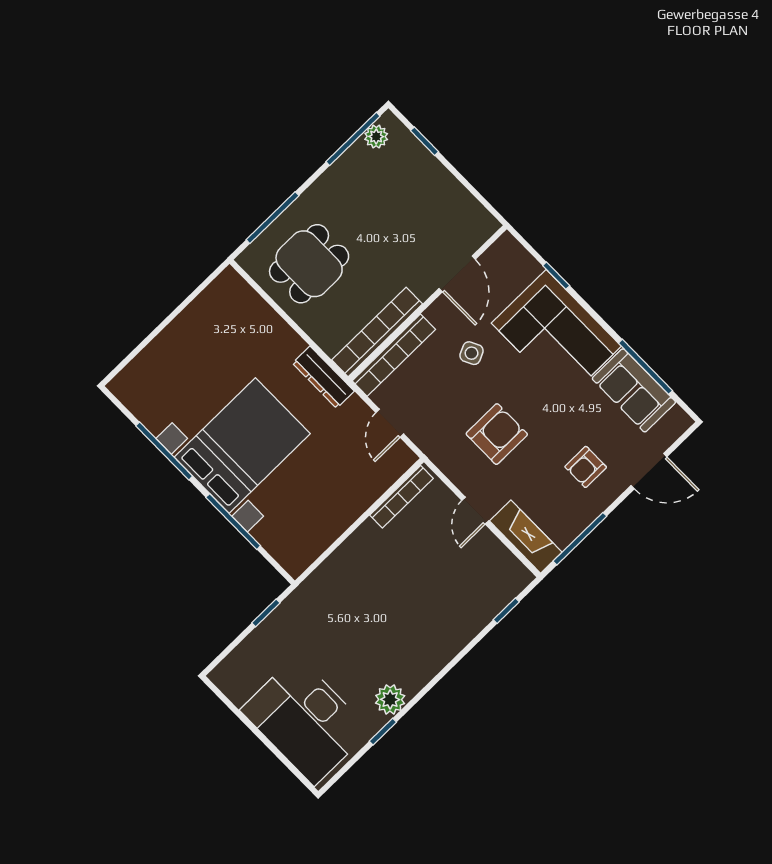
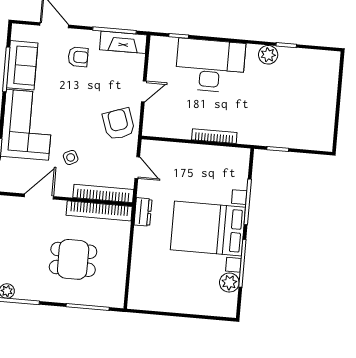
dining table: (309, 264) -> (73, 259), moved
dresser: (323, 377) -> (143, 212), width x0.70
plant: (154, 415) -> (229, 283), added
door: (390, 423) -> (137, 168), hinge flipped
armchair: (497, 434) -> (119, 124), moved, turned 71
bookcase: (401, 497) -> (214, 136), moved
fireplace: (526, 537) -> (123, 42), moved, turned -90
desk: (305, 720) -> (210, 66), moved, turned -90

